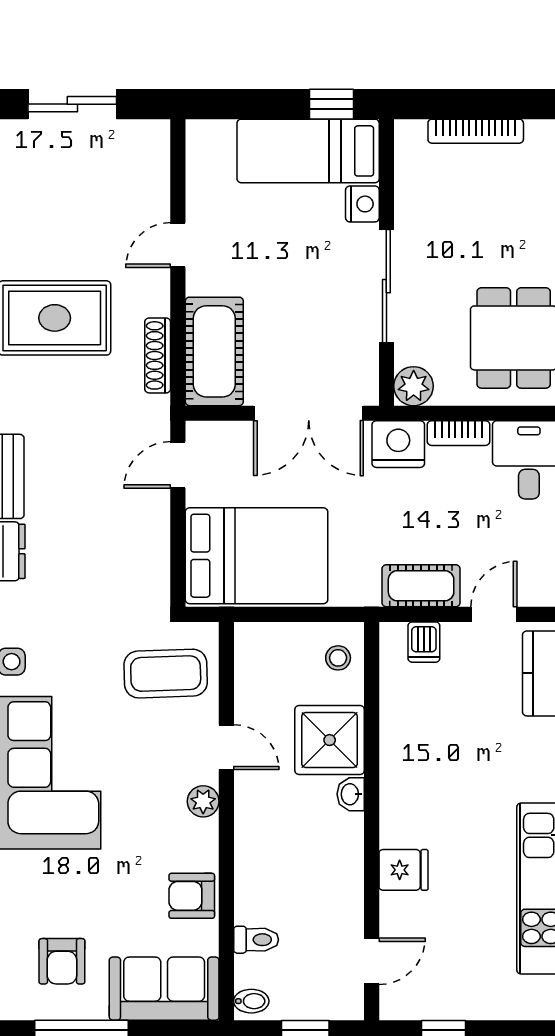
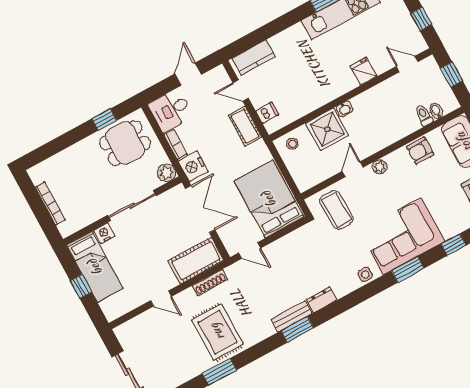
window: (332, 104) -> (81, 286), moved
armchair: (192, 896) -> (420, 151), turned 90
bidet: (251, 1001) -> (436, 111), moved

